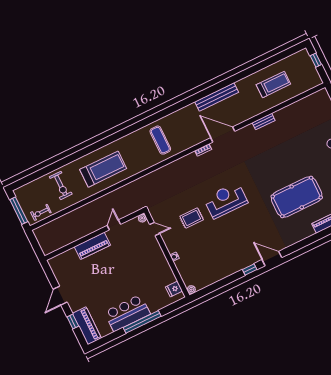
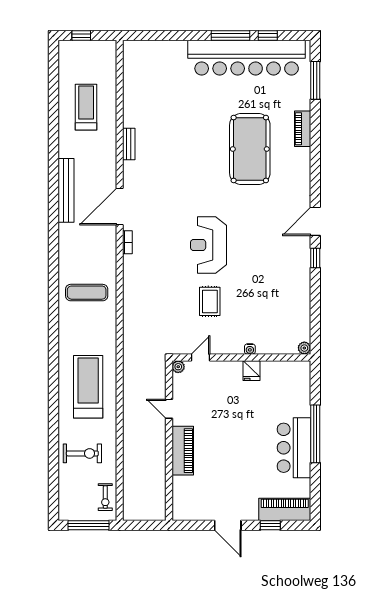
fridge: (174, 289) -> (251, 371), moved

